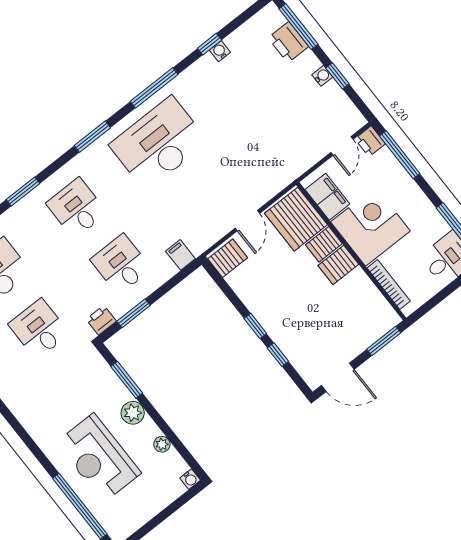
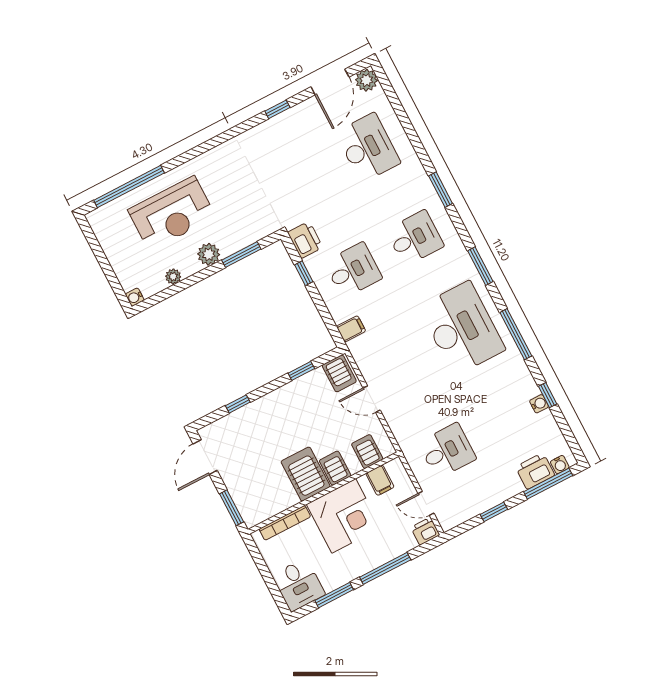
water cooler: (322, 76) -> (560, 465), moved
window: (400, 155) -> (385, 568), moved
filing cabinet: (327, 197) -> (380, 480), width x0.50
server rack: (296, 219) -> (367, 452), width x0.46, depth x0.70
server rack: (338, 265) -> (306, 474), width x1.36, depth x1.44
window: (134, 313) -> (304, 273), width x0.67
printer: (101, 320) -> (305, 240), width x1.36, depth x1.24
window: (255, 326) -> (301, 371), moved
desk: (39, 329) -> (447, 451), moved
reception desk: (99, 458) -> (172, 213), turned 180

